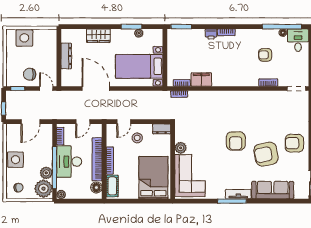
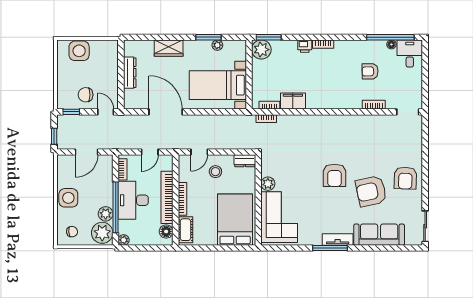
plant: (175, 37) -> (261, 50), added
armchair: (294, 143) -> (405, 178), turned -88

